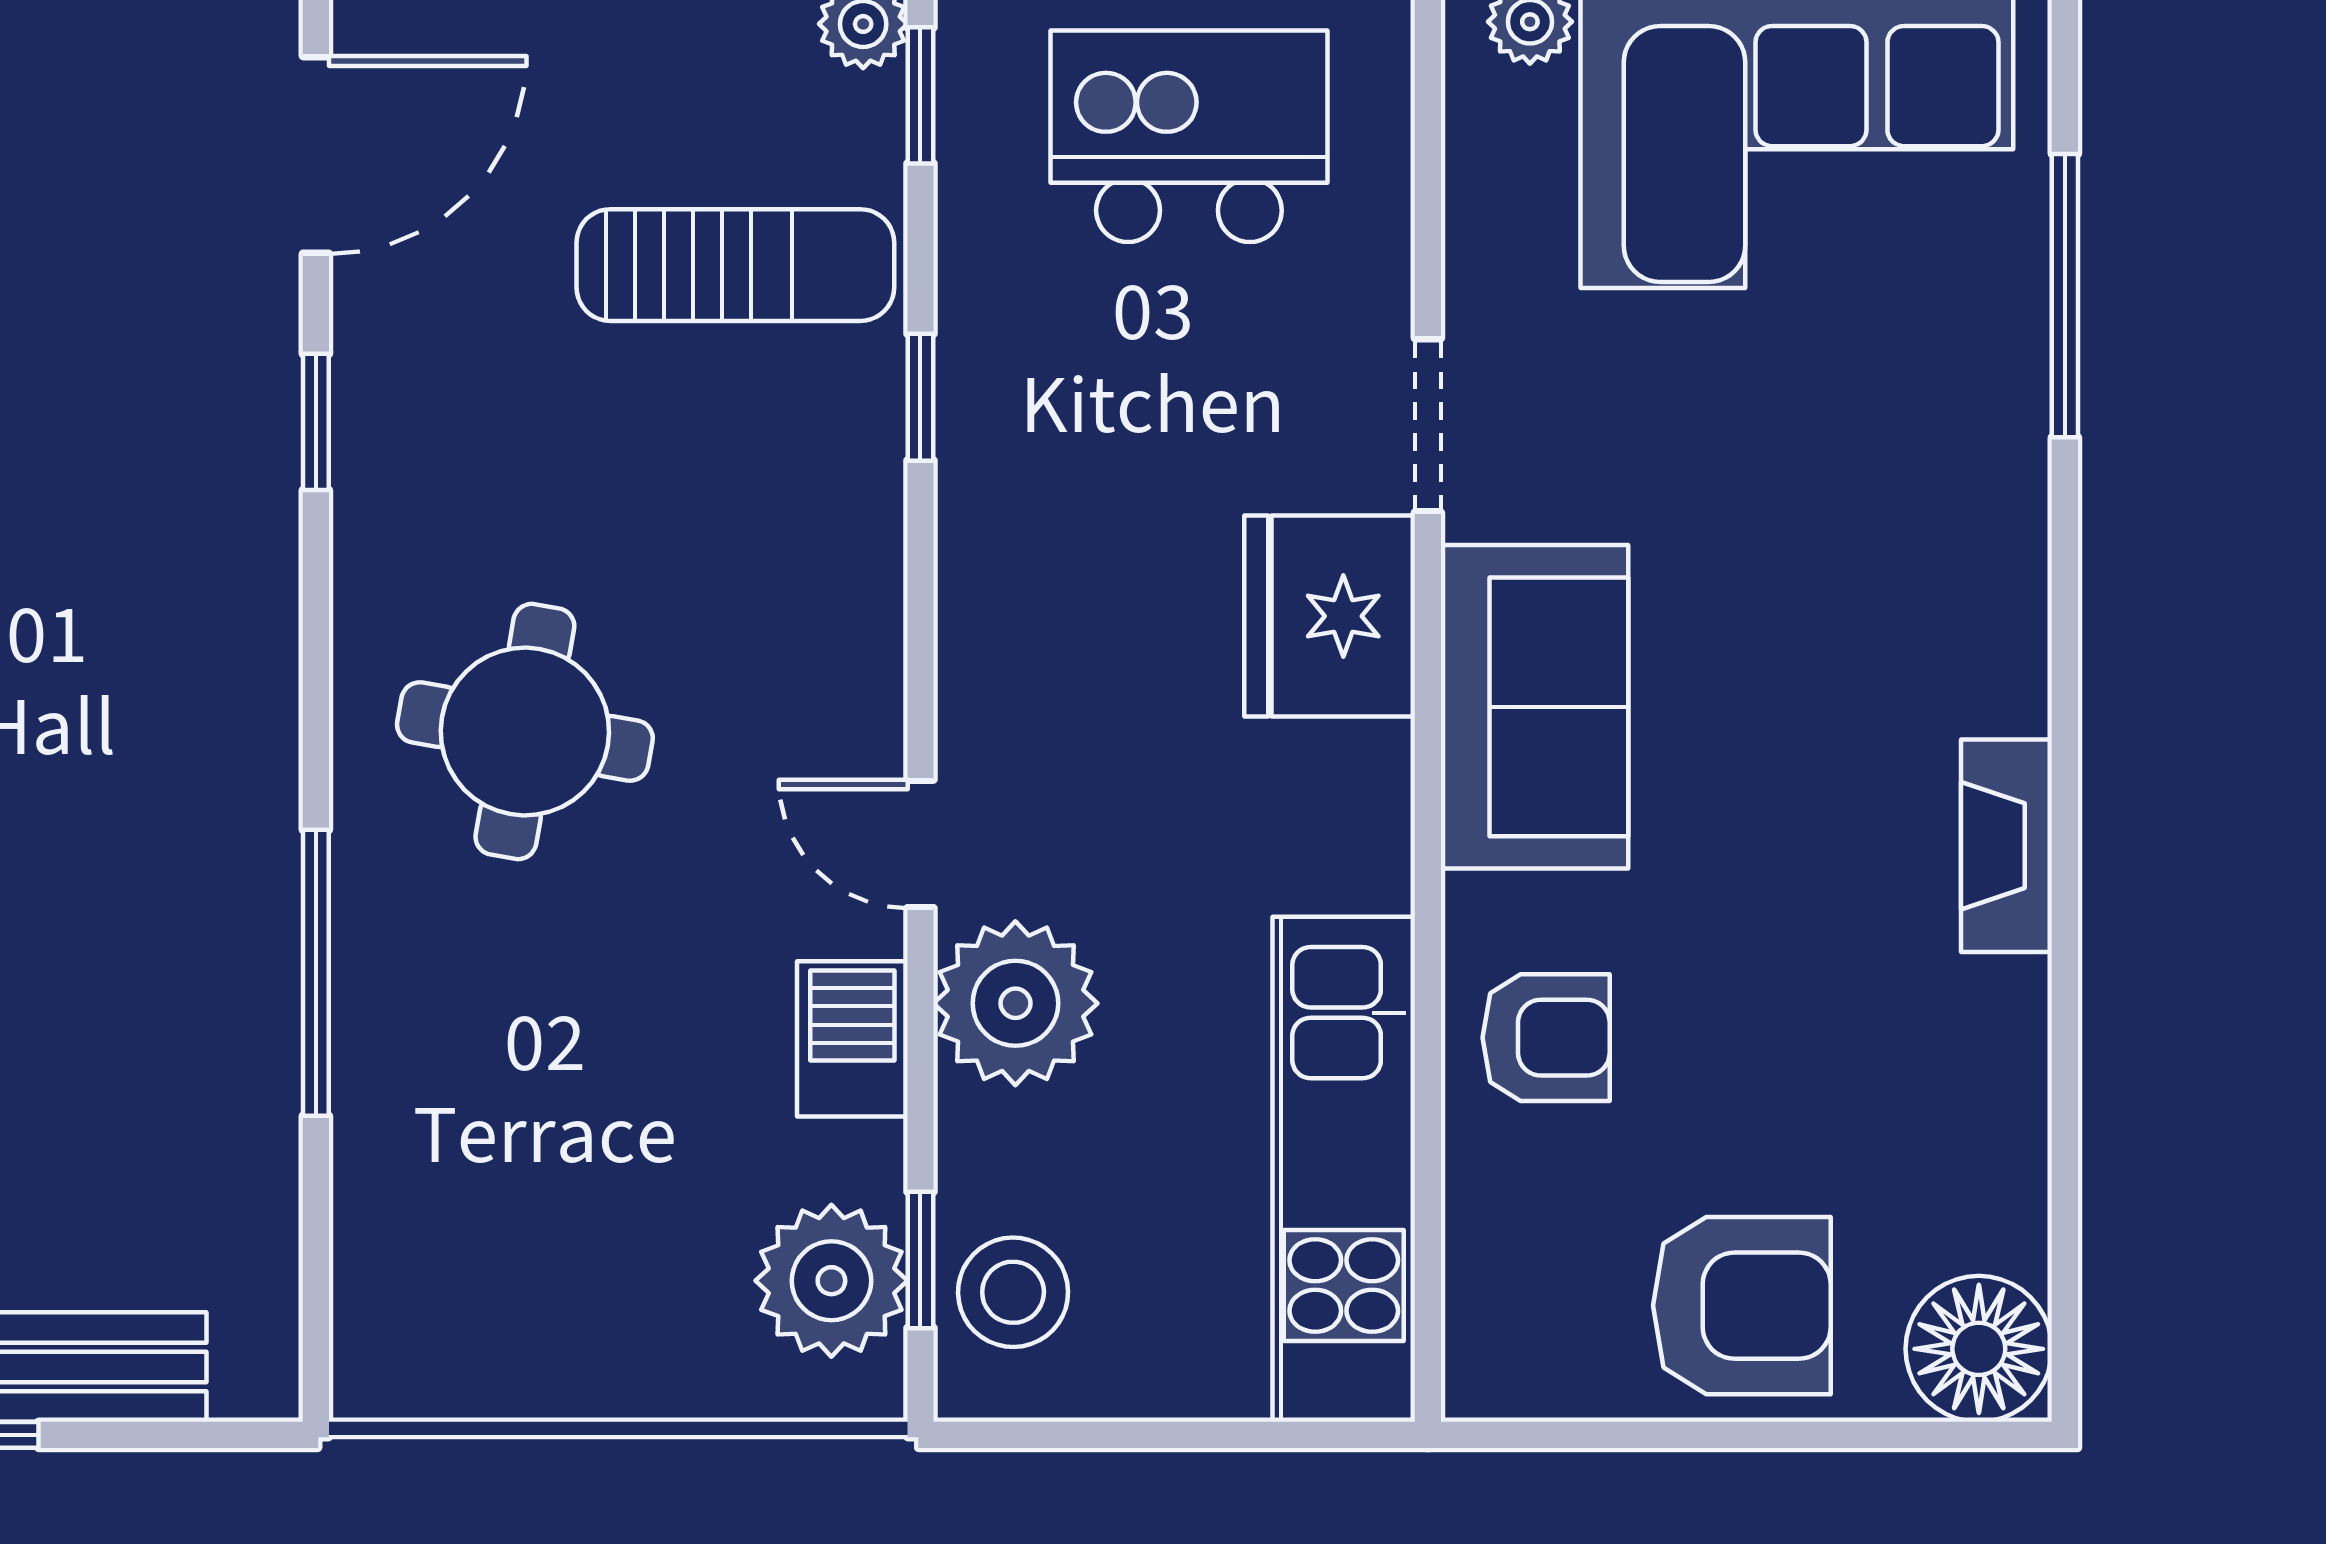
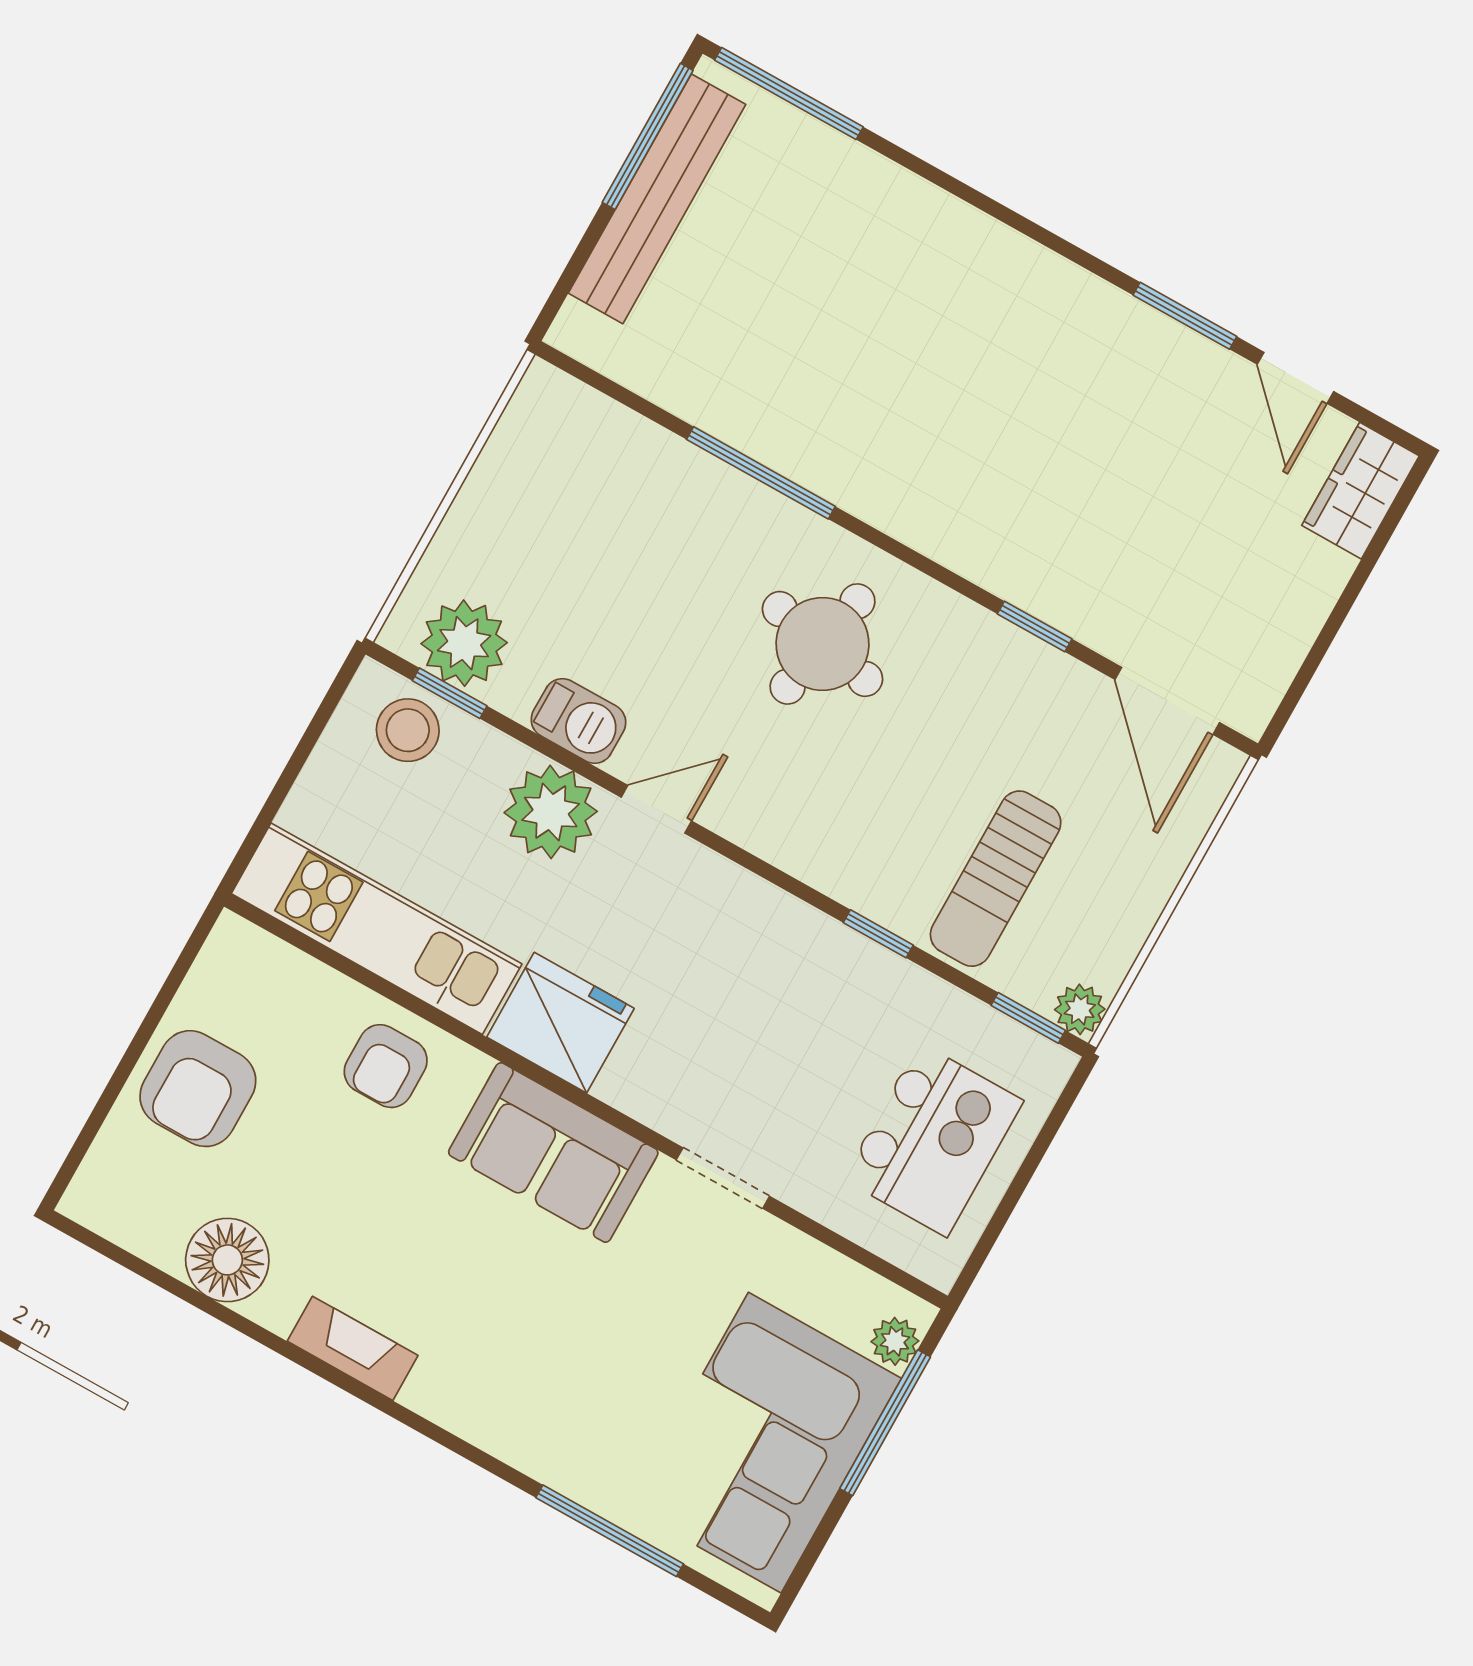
fridge: (1330, 616) -> (560, 1023), moved
floor lamp: (1979, 1349) -> (227, 1260), moved

